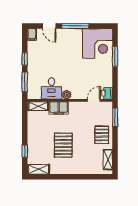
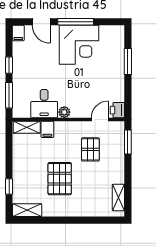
corner desk: (98, 43) -> (79, 45), moved
filing cabinet: (59, 108) -> (47, 129), width x0.50
pallet: (102, 135) -> (90, 149), moved

